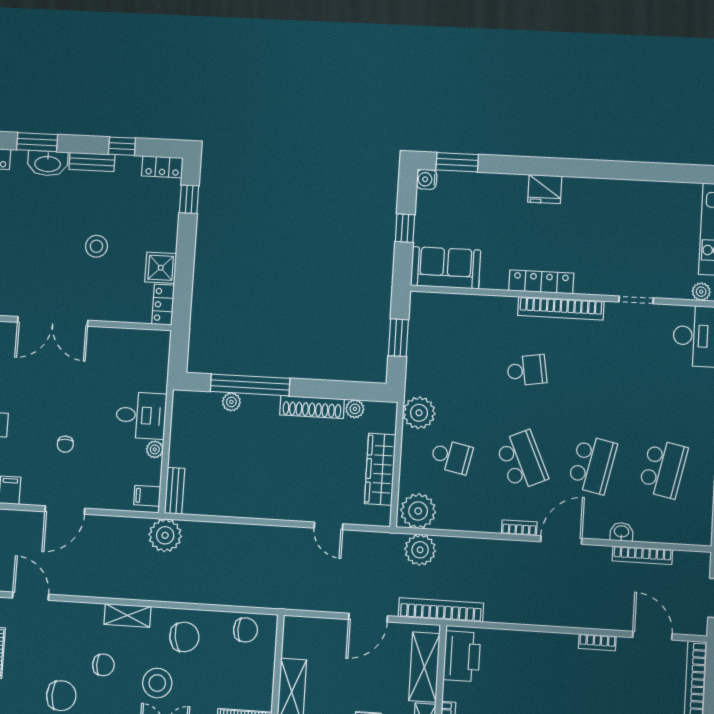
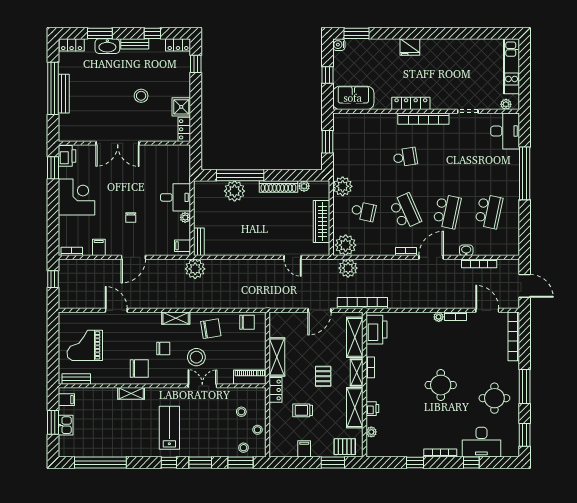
plant: (231, 402) -> (235, 191), width x1.87, depth x1.87
plant: (569, 641) -> (439, 317), added

